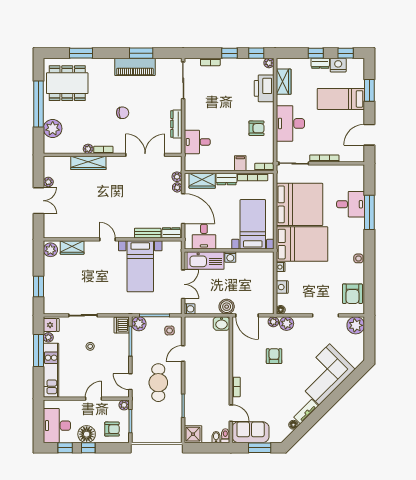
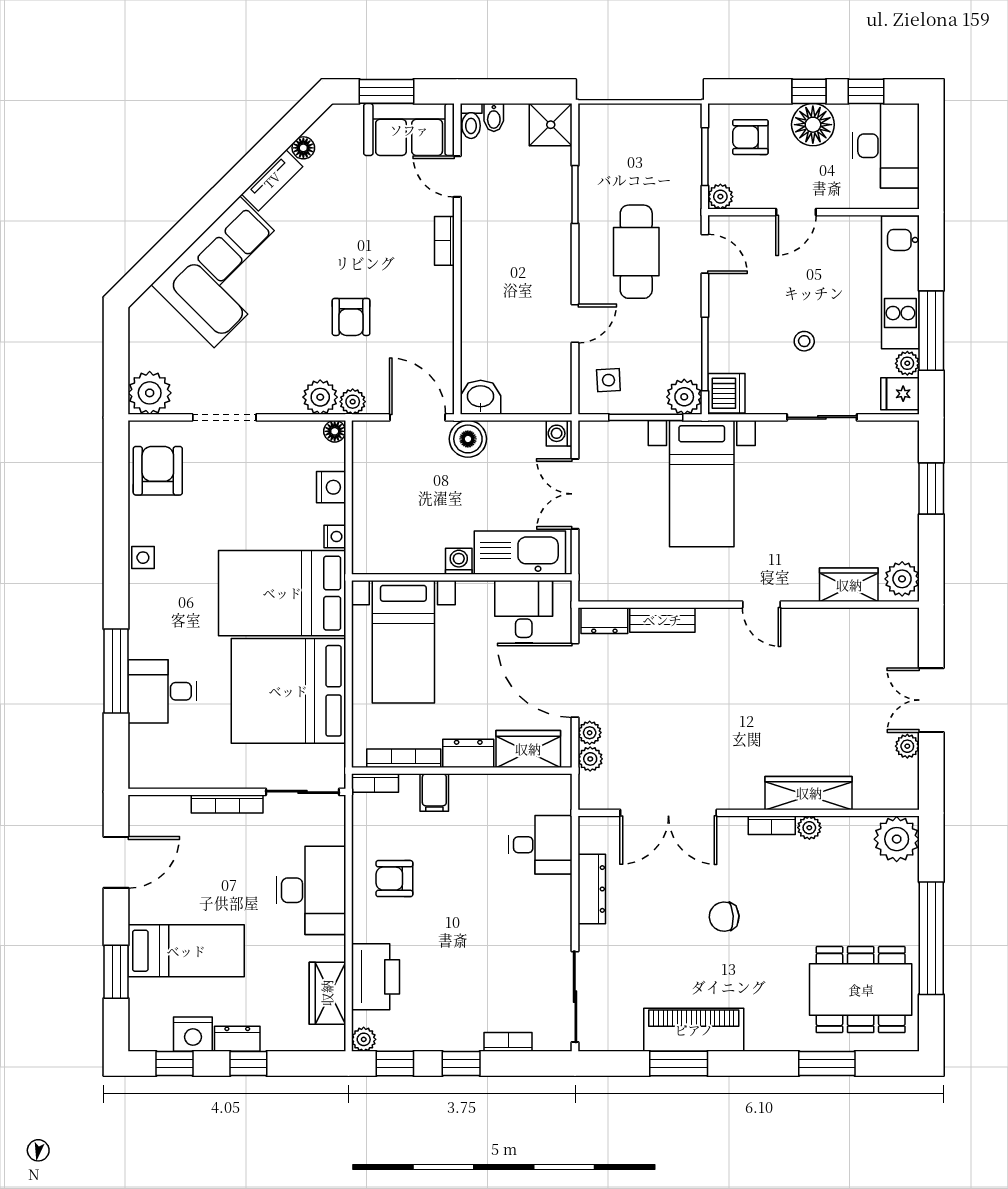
plant: (53, 129) -> (897, 839), moved
bed with nightstands: (140, 266) -> (702, 484), moved, turned 180

